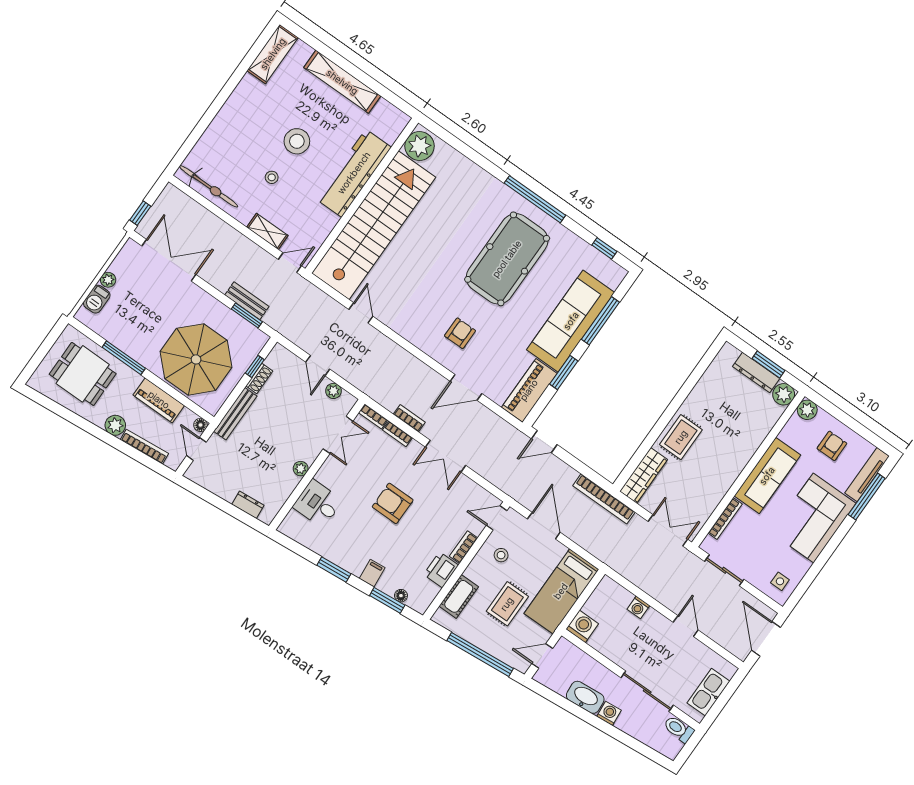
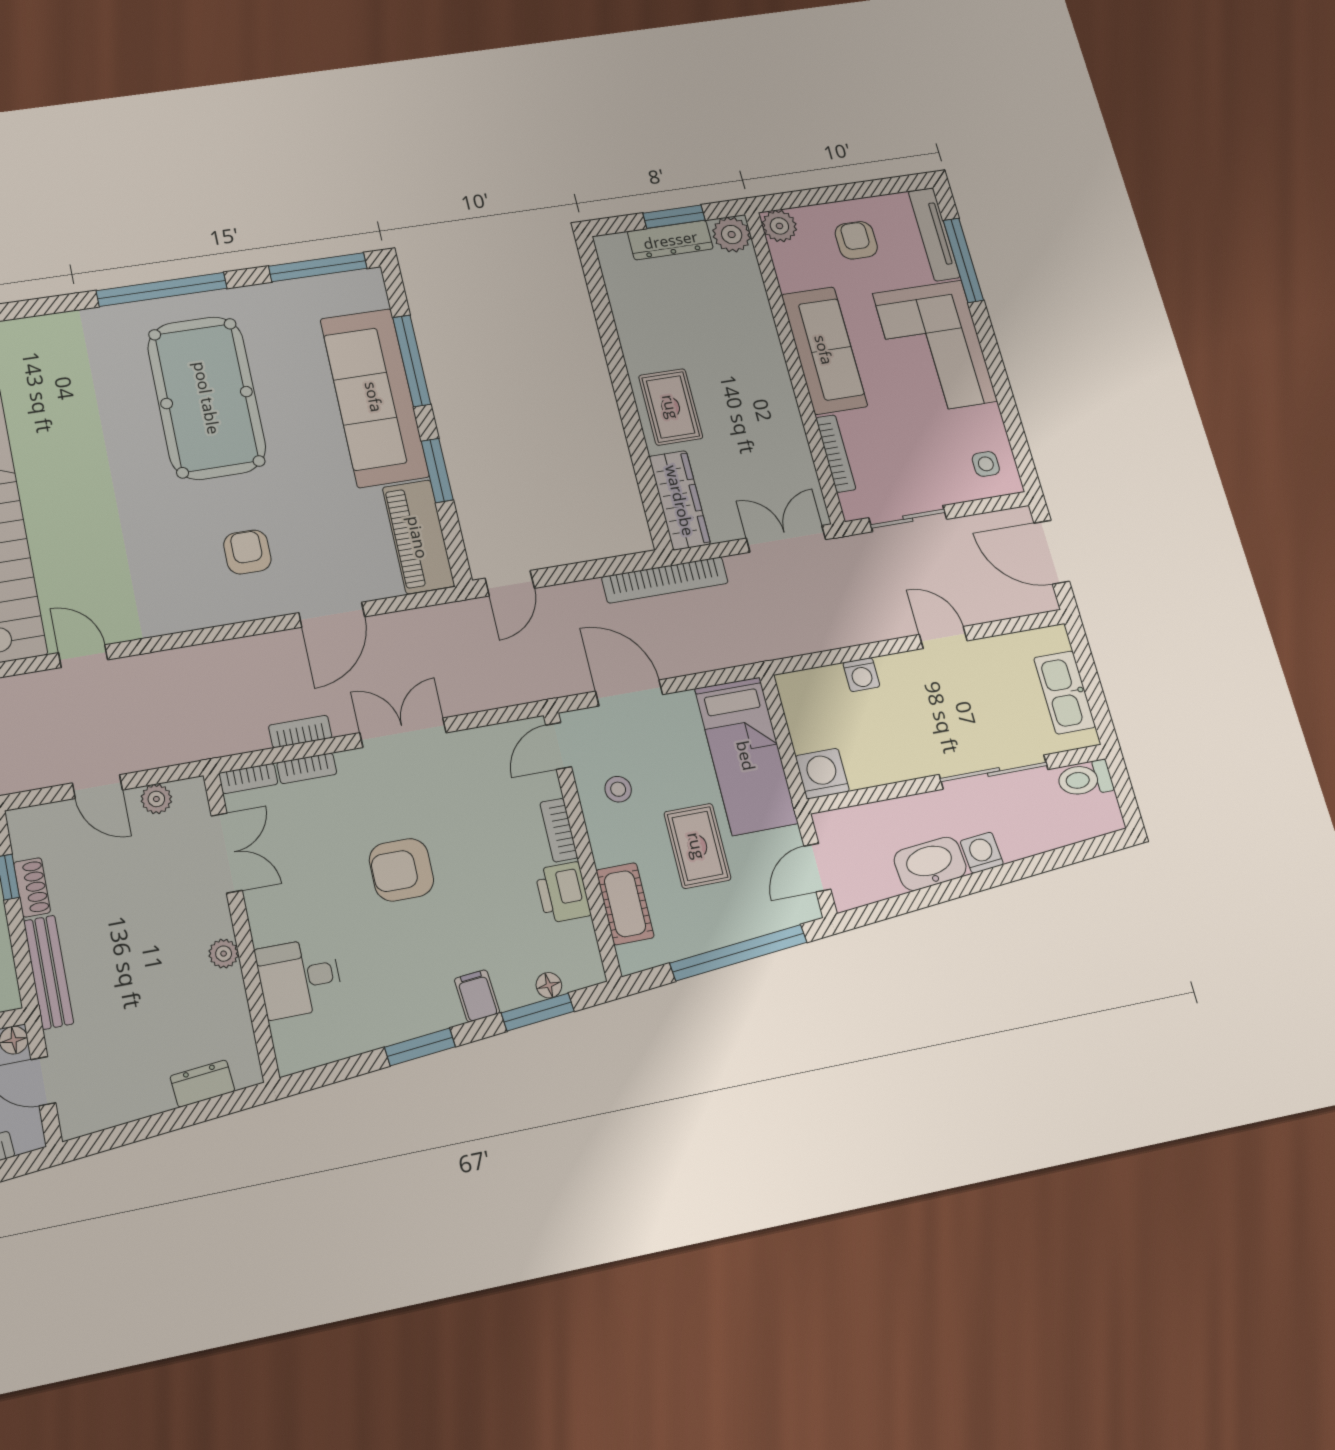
window: (604, 248) -> (318, 267), width x2.17
double door: (446, 456) -> (403, 733), swing flipped

